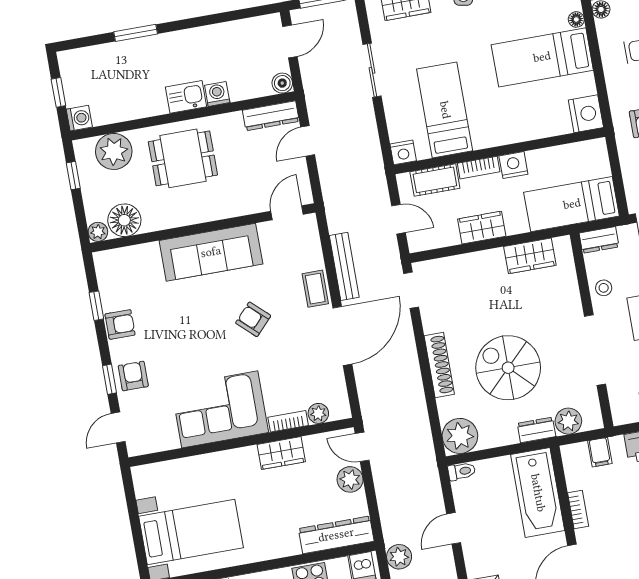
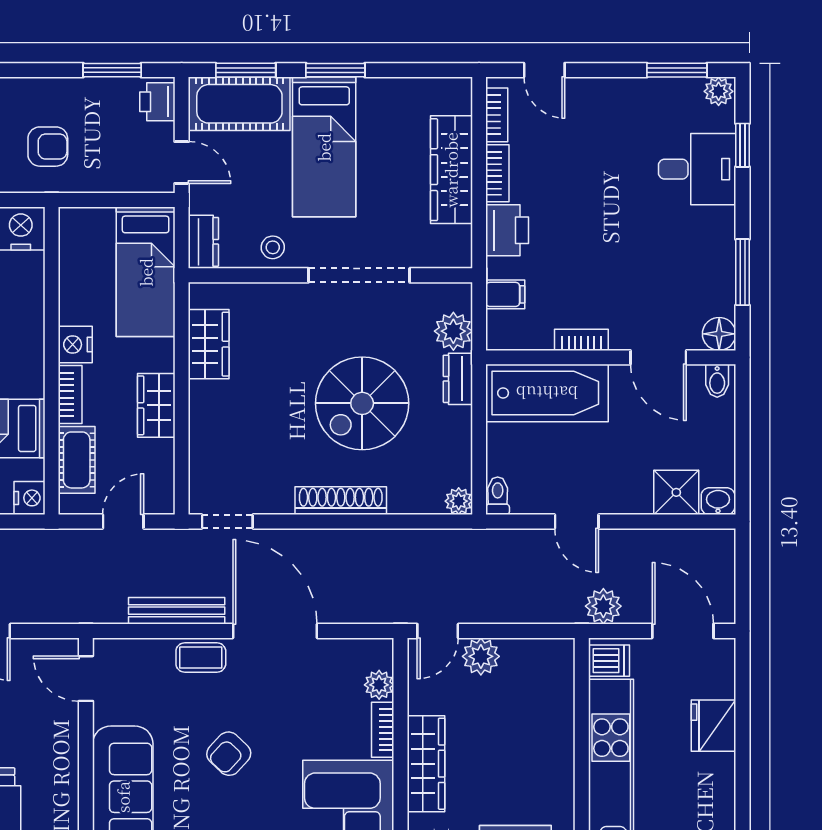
plant: (460, 436) -> (459, 501), width x0.53, depth x0.53
wardrobe: (281, 453) -> (426, 764), width x1.50
dresser: (336, 535) -> (556, 690), removed

